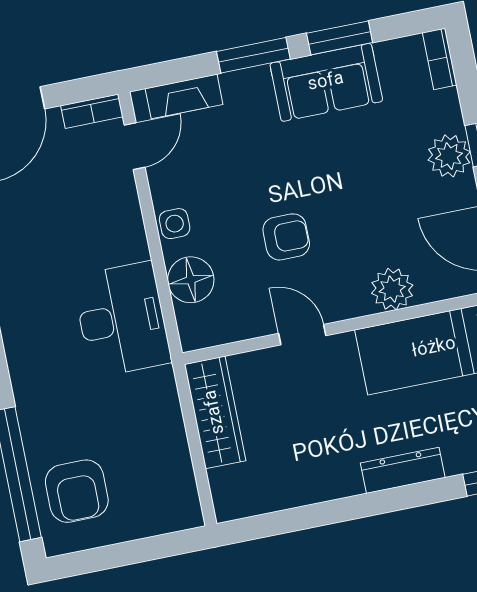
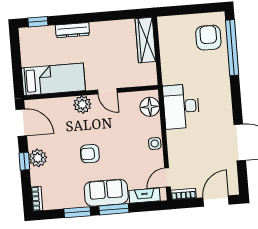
sofa: (326, 82) -> (106, 193), moved
armchair: (286, 237) -> (90, 154), moved
floor lamp: (191, 280) -> (150, 107), moved
plant: (392, 289) -> (82, 104), moved
wardrobe: (215, 412) -> (145, 40), moved

